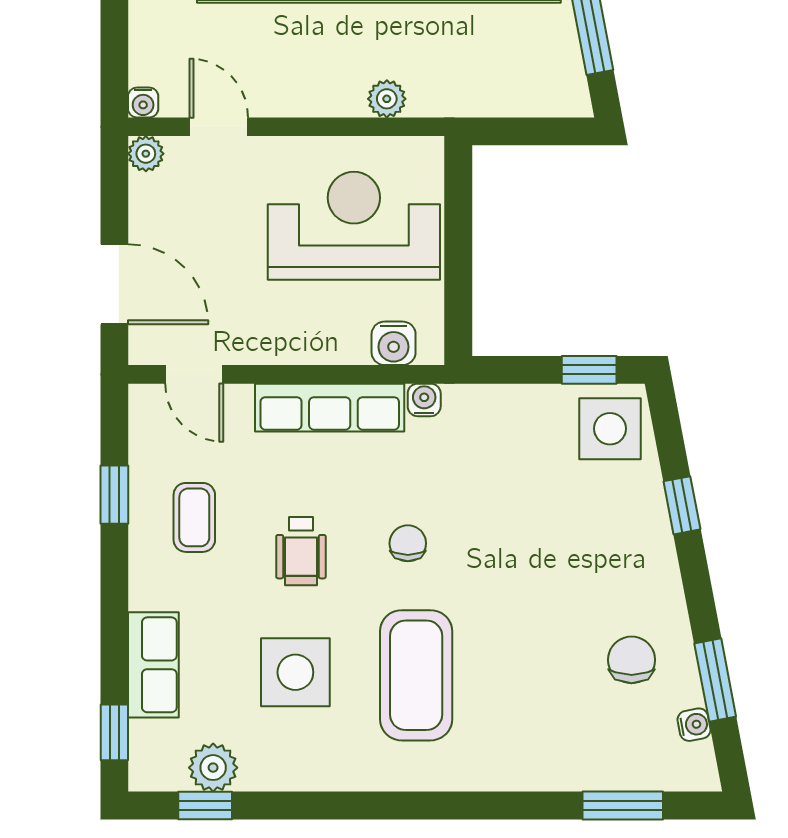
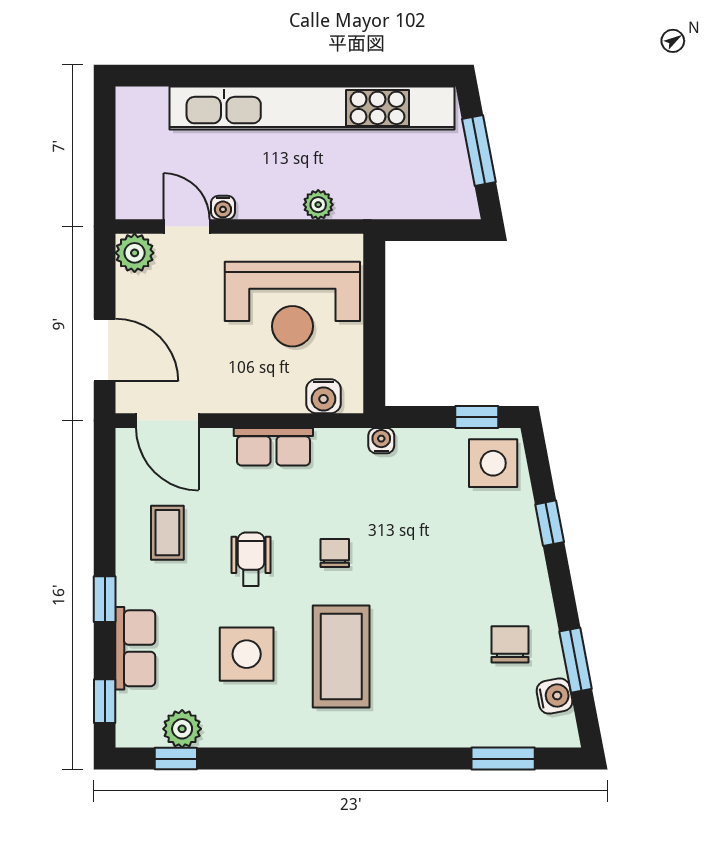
water cooler: (143, 102) -> (223, 208), moved
plant: (146, 154) -> (135, 253), width x1.38, depth x1.38
reception desk: (354, 226) -> (292, 304), turned 180
door: (194, 374) -> (167, 421), width x1.38
water cooler: (424, 400) -> (381, 441), moved
row of seats: (330, 408) -> (273, 447), width x0.68
window: (114, 495) -> (105, 599), moved
wheelchair: (301, 551) -> (251, 559), turned 180
water cooler: (694, 725) -> (555, 696), width x1.38, depth x1.38

